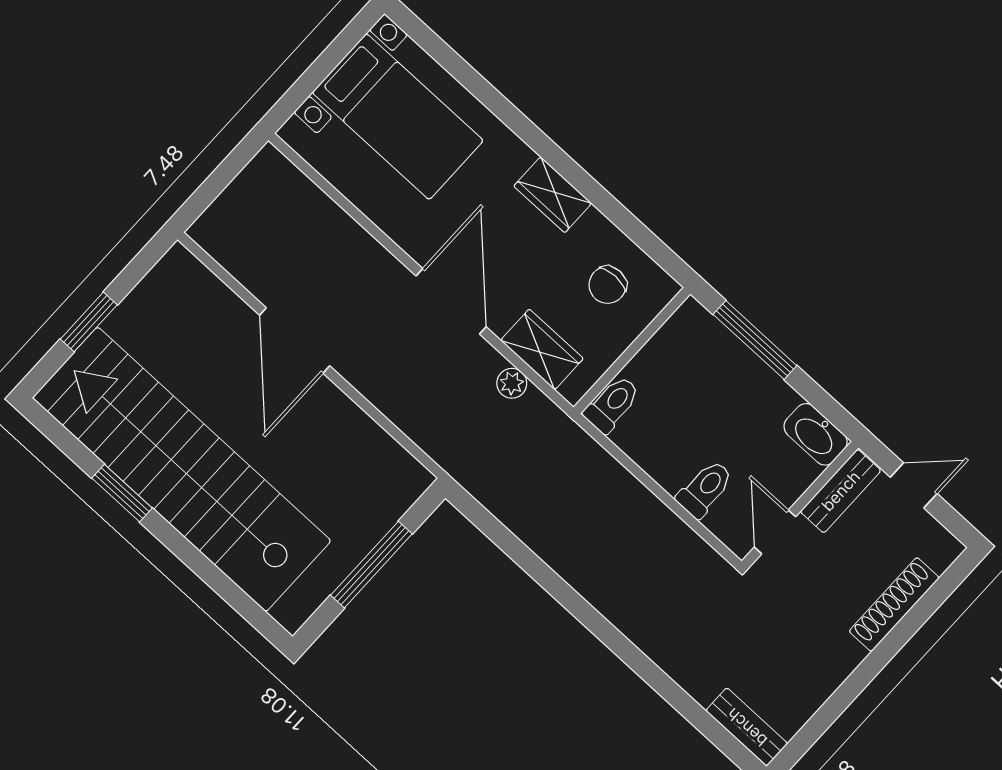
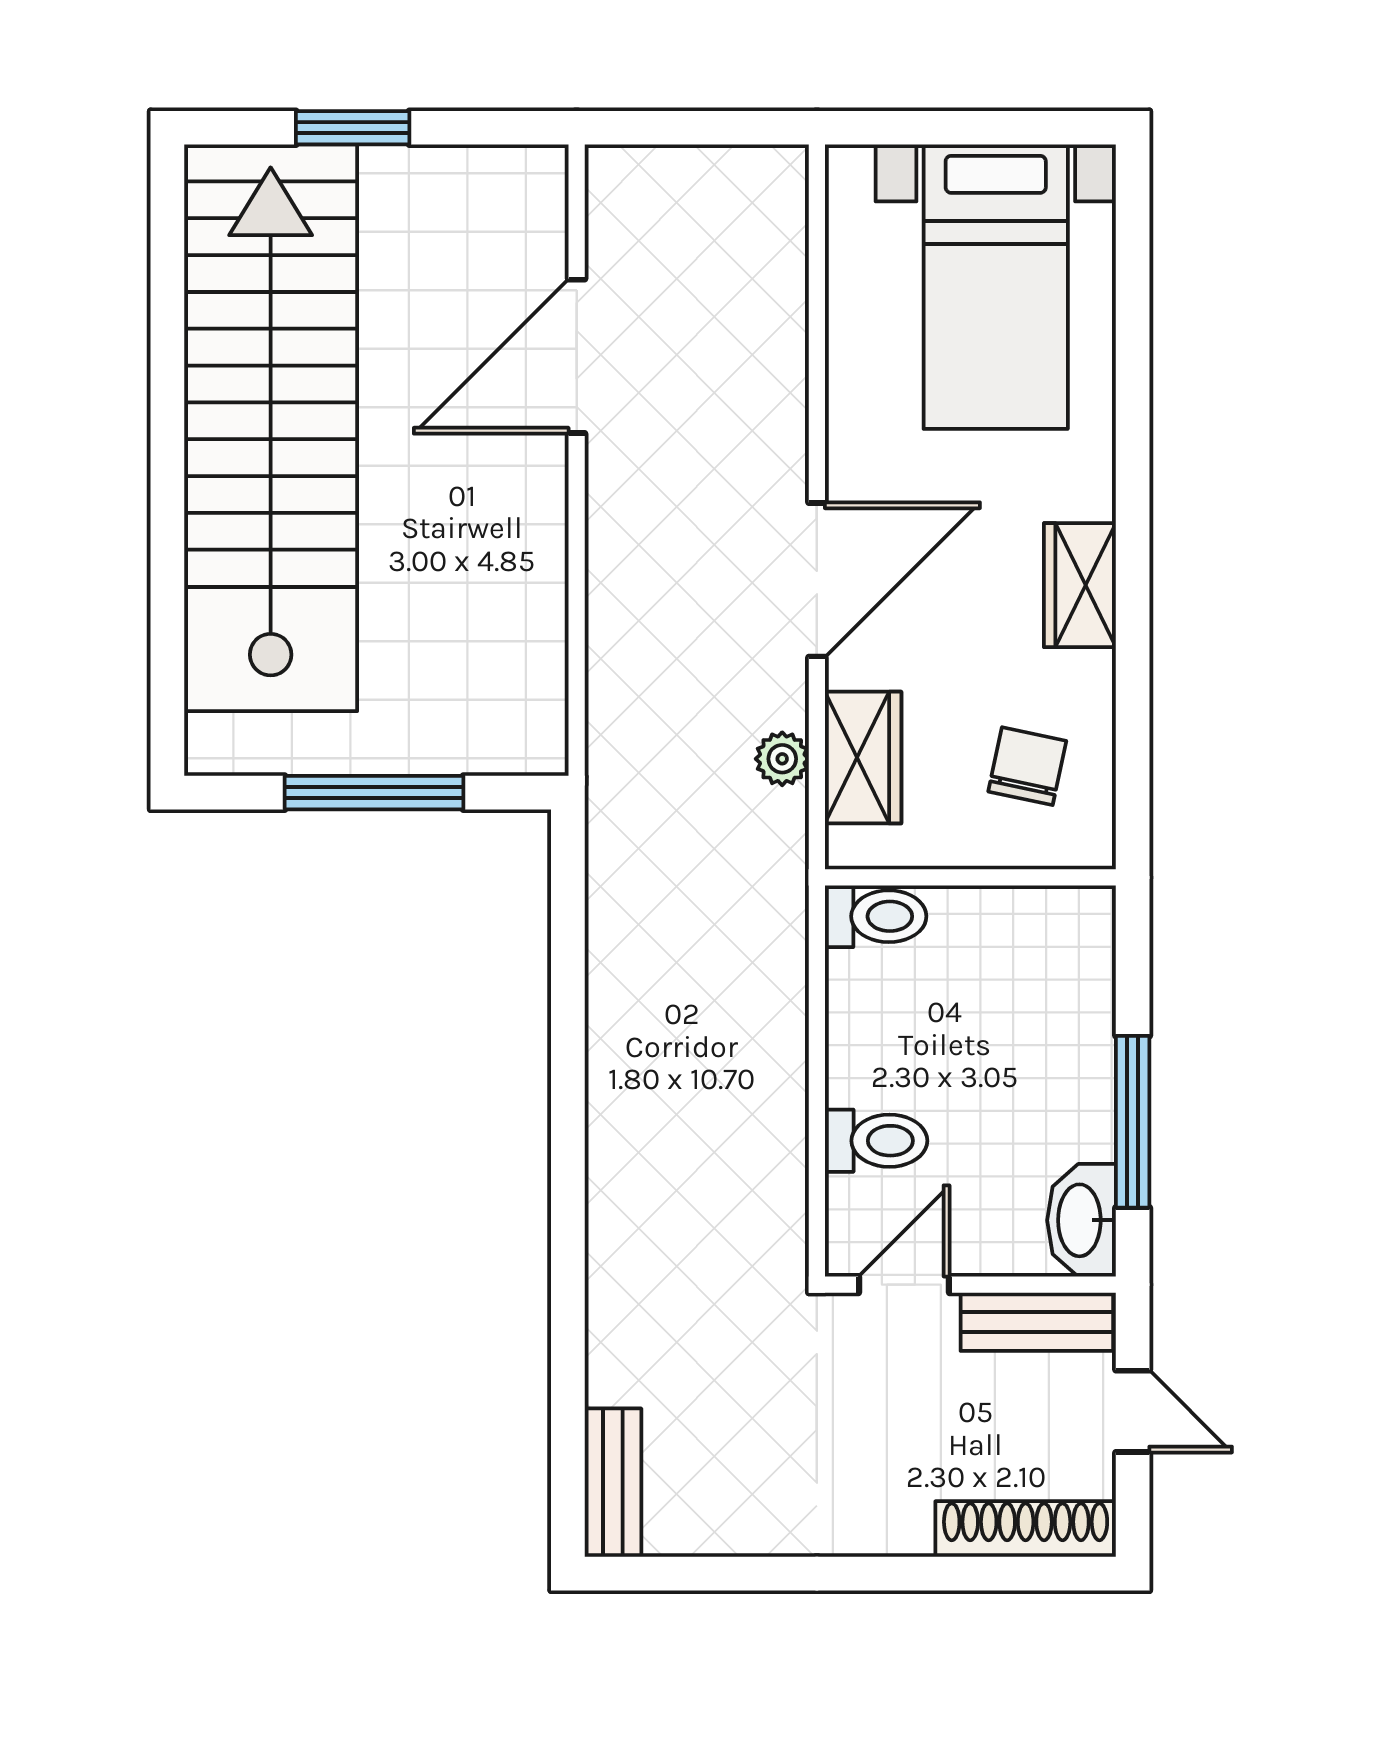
chair: (608, 285) -> (1027, 766), turned 102
door: (295, 340) -> (577, 356), moved
window: (755, 340) -> (1133, 1122), moved
window: (122, 493) -> (167, 378), removed
shoe rack: (894, 604) -> (1026, 1529), moved

